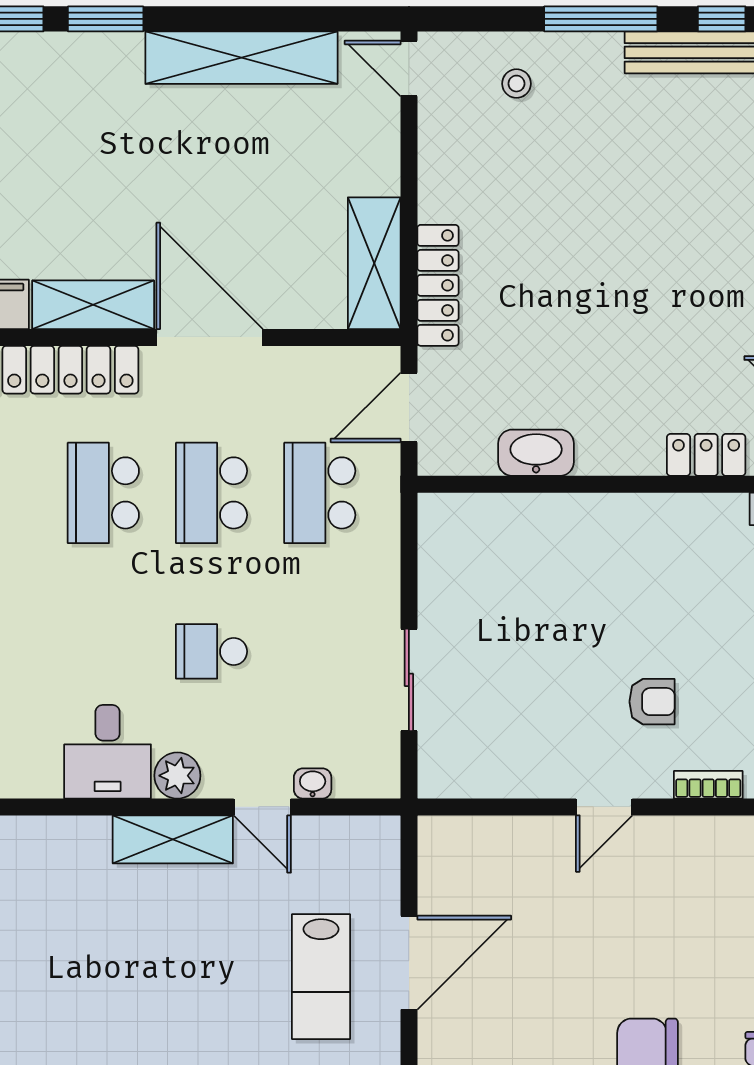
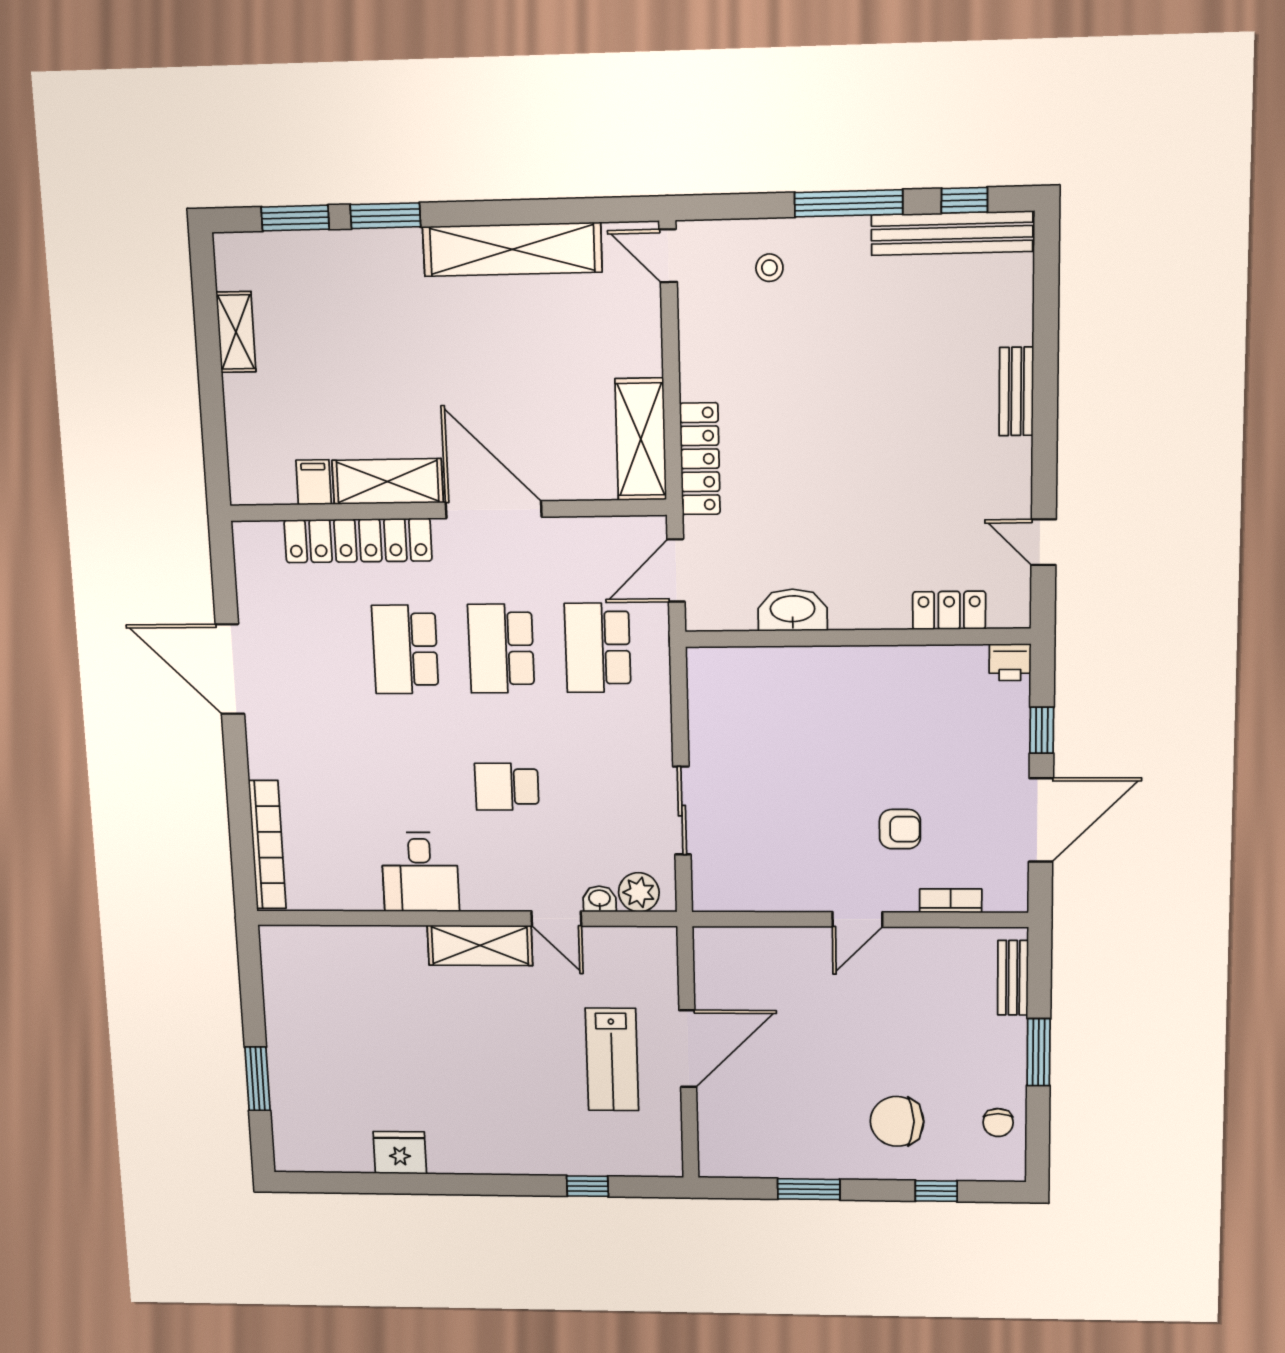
plant: (177, 776) -> (639, 892), moved

